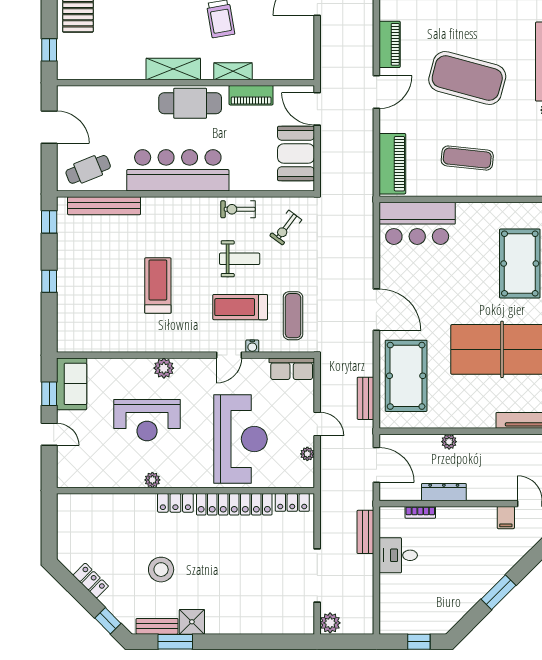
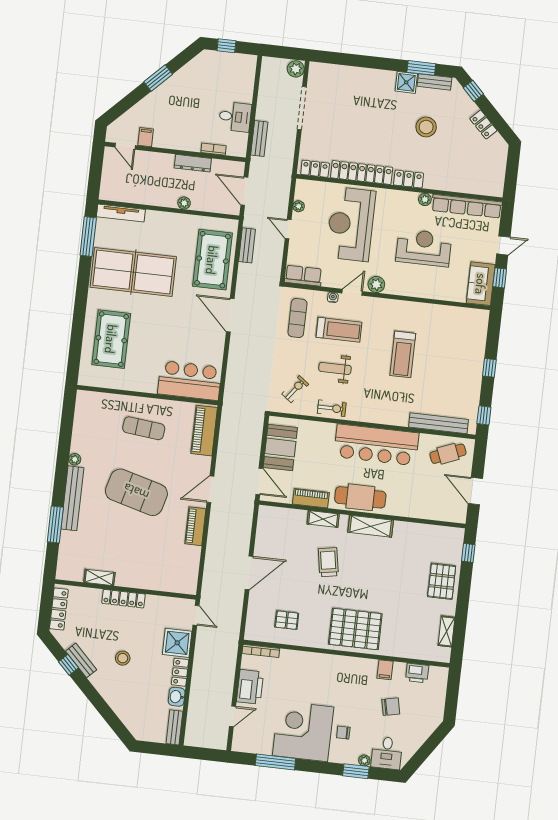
plant: (164, 368) -> (376, 284), moved
door: (49, 434) -> (503, 245), swing flipped
row of seats: (100, 478) -> (467, 206), added

